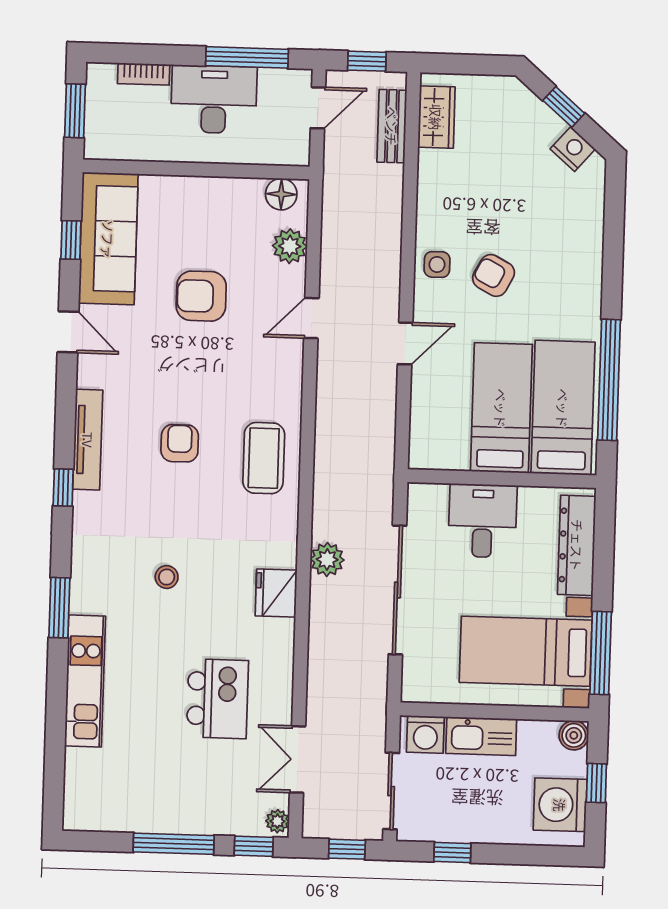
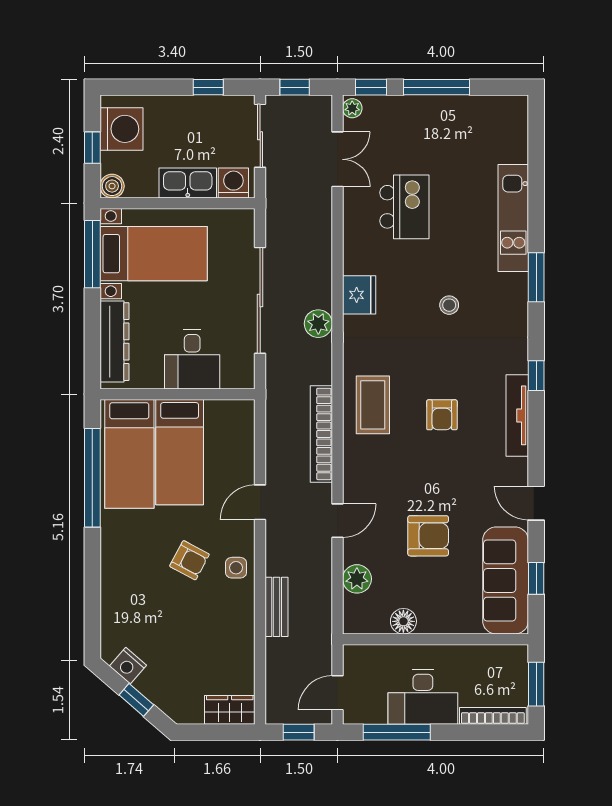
bookcase: (144, 74) -> (493, 716), width x1.56
wardrobe: (436, 117) -> (230, 710), moved, turned 90
bench: (392, 126) -> (277, 607), moved
floor lamp: (281, 194) -> (403, 621), moved
bookcase: (328, 425) -> (321, 434), added
kitchen island: (217, 699) -> (404, 207), turned 180

